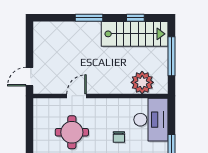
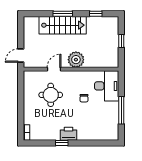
stairs: (135, 34) -> (63, 25), moved
window: (171, 56) -> (121, 41), width x0.46
plant: (142, 82) -> (76, 60), moved

